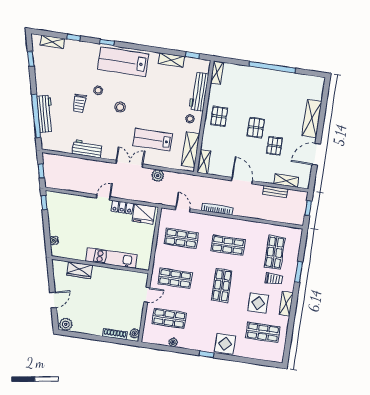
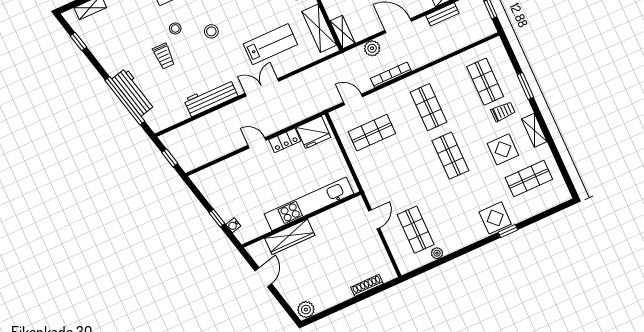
lab bench: (153, 140) -> (270, 44), turned 180
workbench: (87, 149) -> (211, 98), width x1.38
plant: (158, 176) -> (372, 48), moved
door: (103, 197) -> (257, 143), hinge flipped
window: (44, 203) -> (217, 218), moved
shop shelf: (228, 245) -> (429, 107), turned 90
kitchen unit: (111, 258) -> (309, 204), width x1.36
wardrobe: (80, 270) -> (290, 237), width x1.50
shop shelf: (175, 278) -> (394, 181), removed
door: (53, 300) -> (263, 277), moved
shop shelf: (169, 318) -> (416, 230), turned 90
plant: (135, 333) -> (388, 271), removed
window: (207, 354) -> (508, 231), moved

